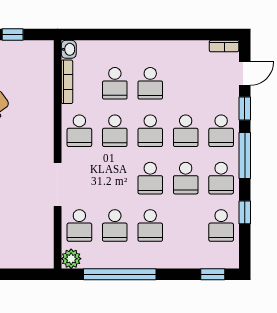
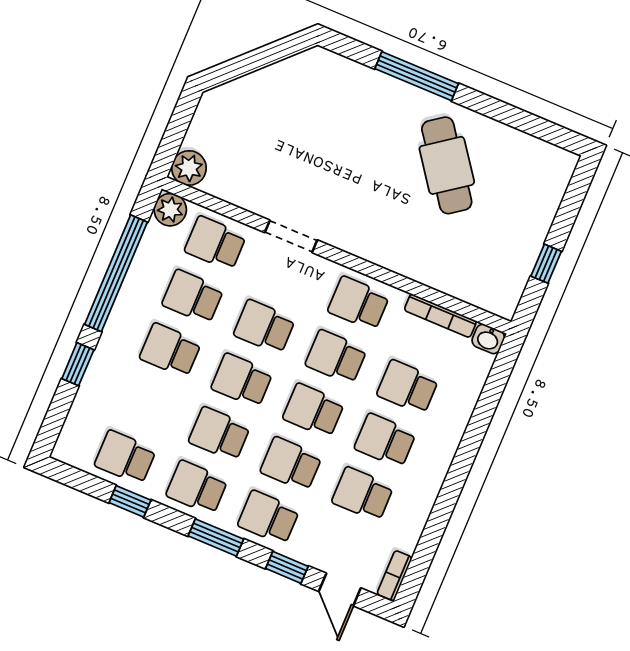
school desk: (186, 83) -> (363, 494), added
window: (245, 156) -> (216, 537), width x0.69
school desk: (115, 178) -> (264, 327), added
doorway: (58, 185) -> (291, 236), width x0.73
plant: (43, 258) -> (189, 168), added
window: (213, 274) -> (78, 364), moved

